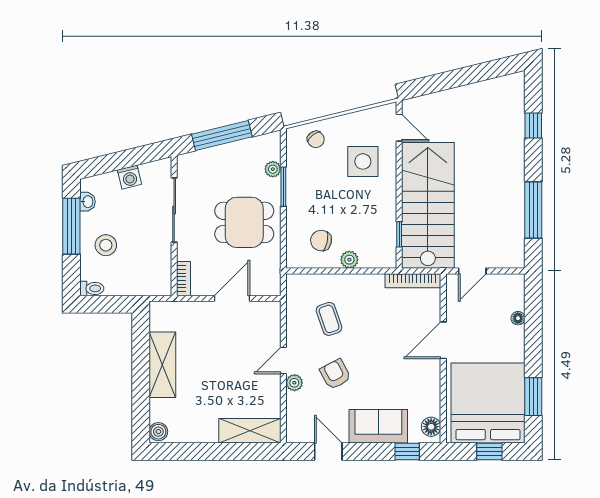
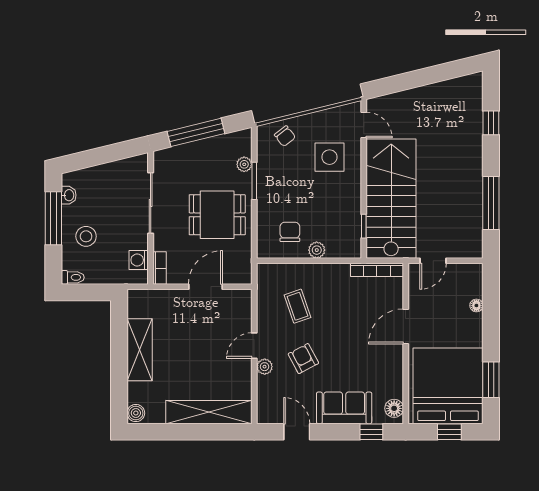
washing machine: (130, 177) -> (139, 260), moved, turned 104
chair: (321, 241) -> (290, 232), turned 78
shelving: (250, 431) -> (209, 412), width x1.47

